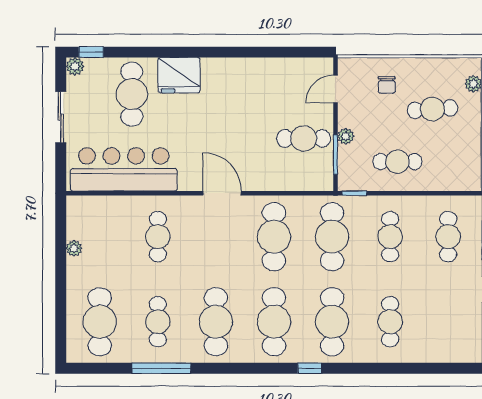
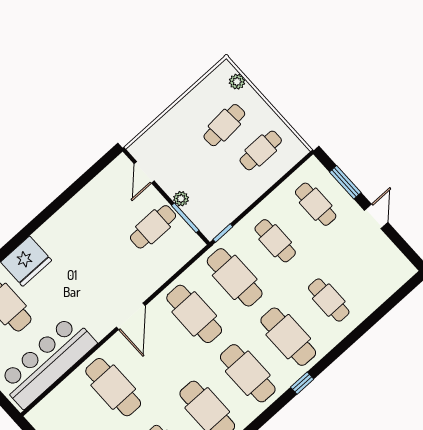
chair: (387, 85) -> (177, 137), removed
cafe table: (397, 162) -> (261, 150), moved
door: (222, 193) -> (131, 316), swing flipped
cafe table: (158, 237) -> (113, 387), width x1.37, depth x1.35

